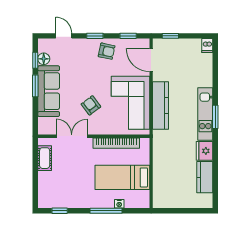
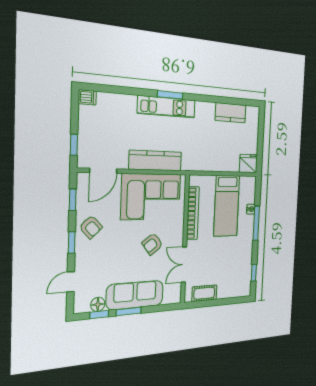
armchair: (107, 51) -> (91, 227), turned 125
fridge: (205, 151) -> (248, 163), moved, turned 180

